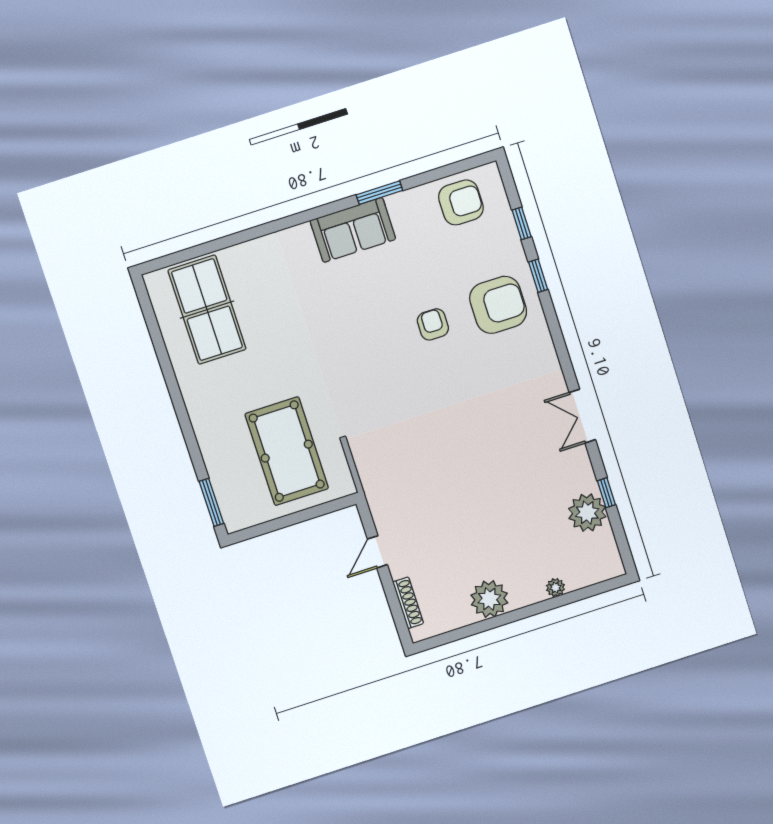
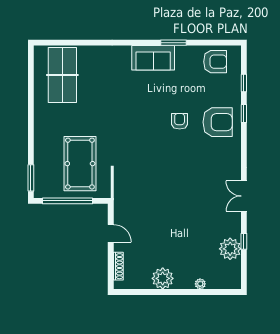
window: (286, 521) -> (67, 201), added
door: (377, 552) -> (111, 233), swing flipped

